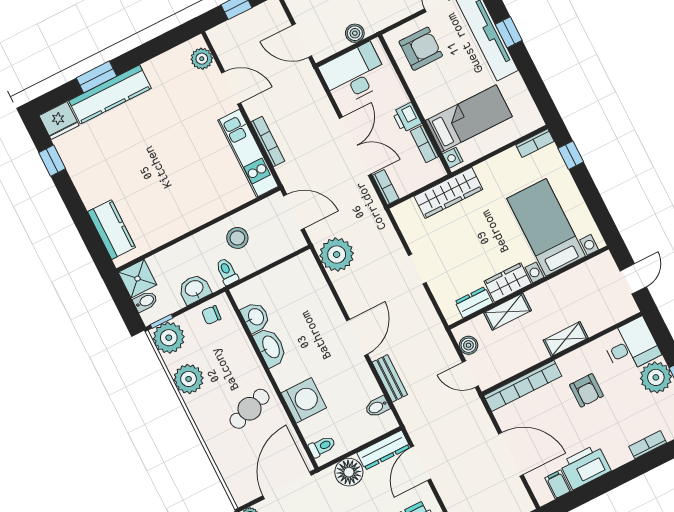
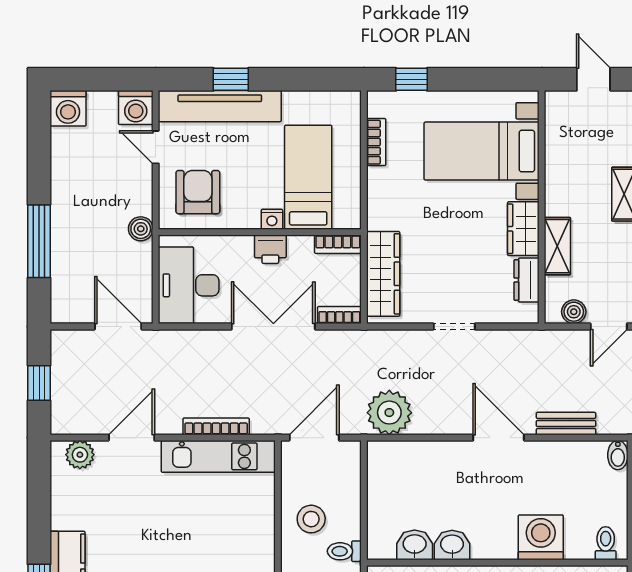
boiler: (355, 33) -> (141, 229), moved
door: (302, 41) -> (118, 326), swing flipped
bookcase: (535, 143) -> (376, 142), moved
bookcase: (424, 144) -> (338, 244), moved
nightstand: (453, 158) -> (272, 219), moved
wardrobe: (448, 193) -> (383, 274), moved
washbasin: (270, 347) -> (452, 545), width x0.72
bidet: (377, 407) -> (618, 455), moved

